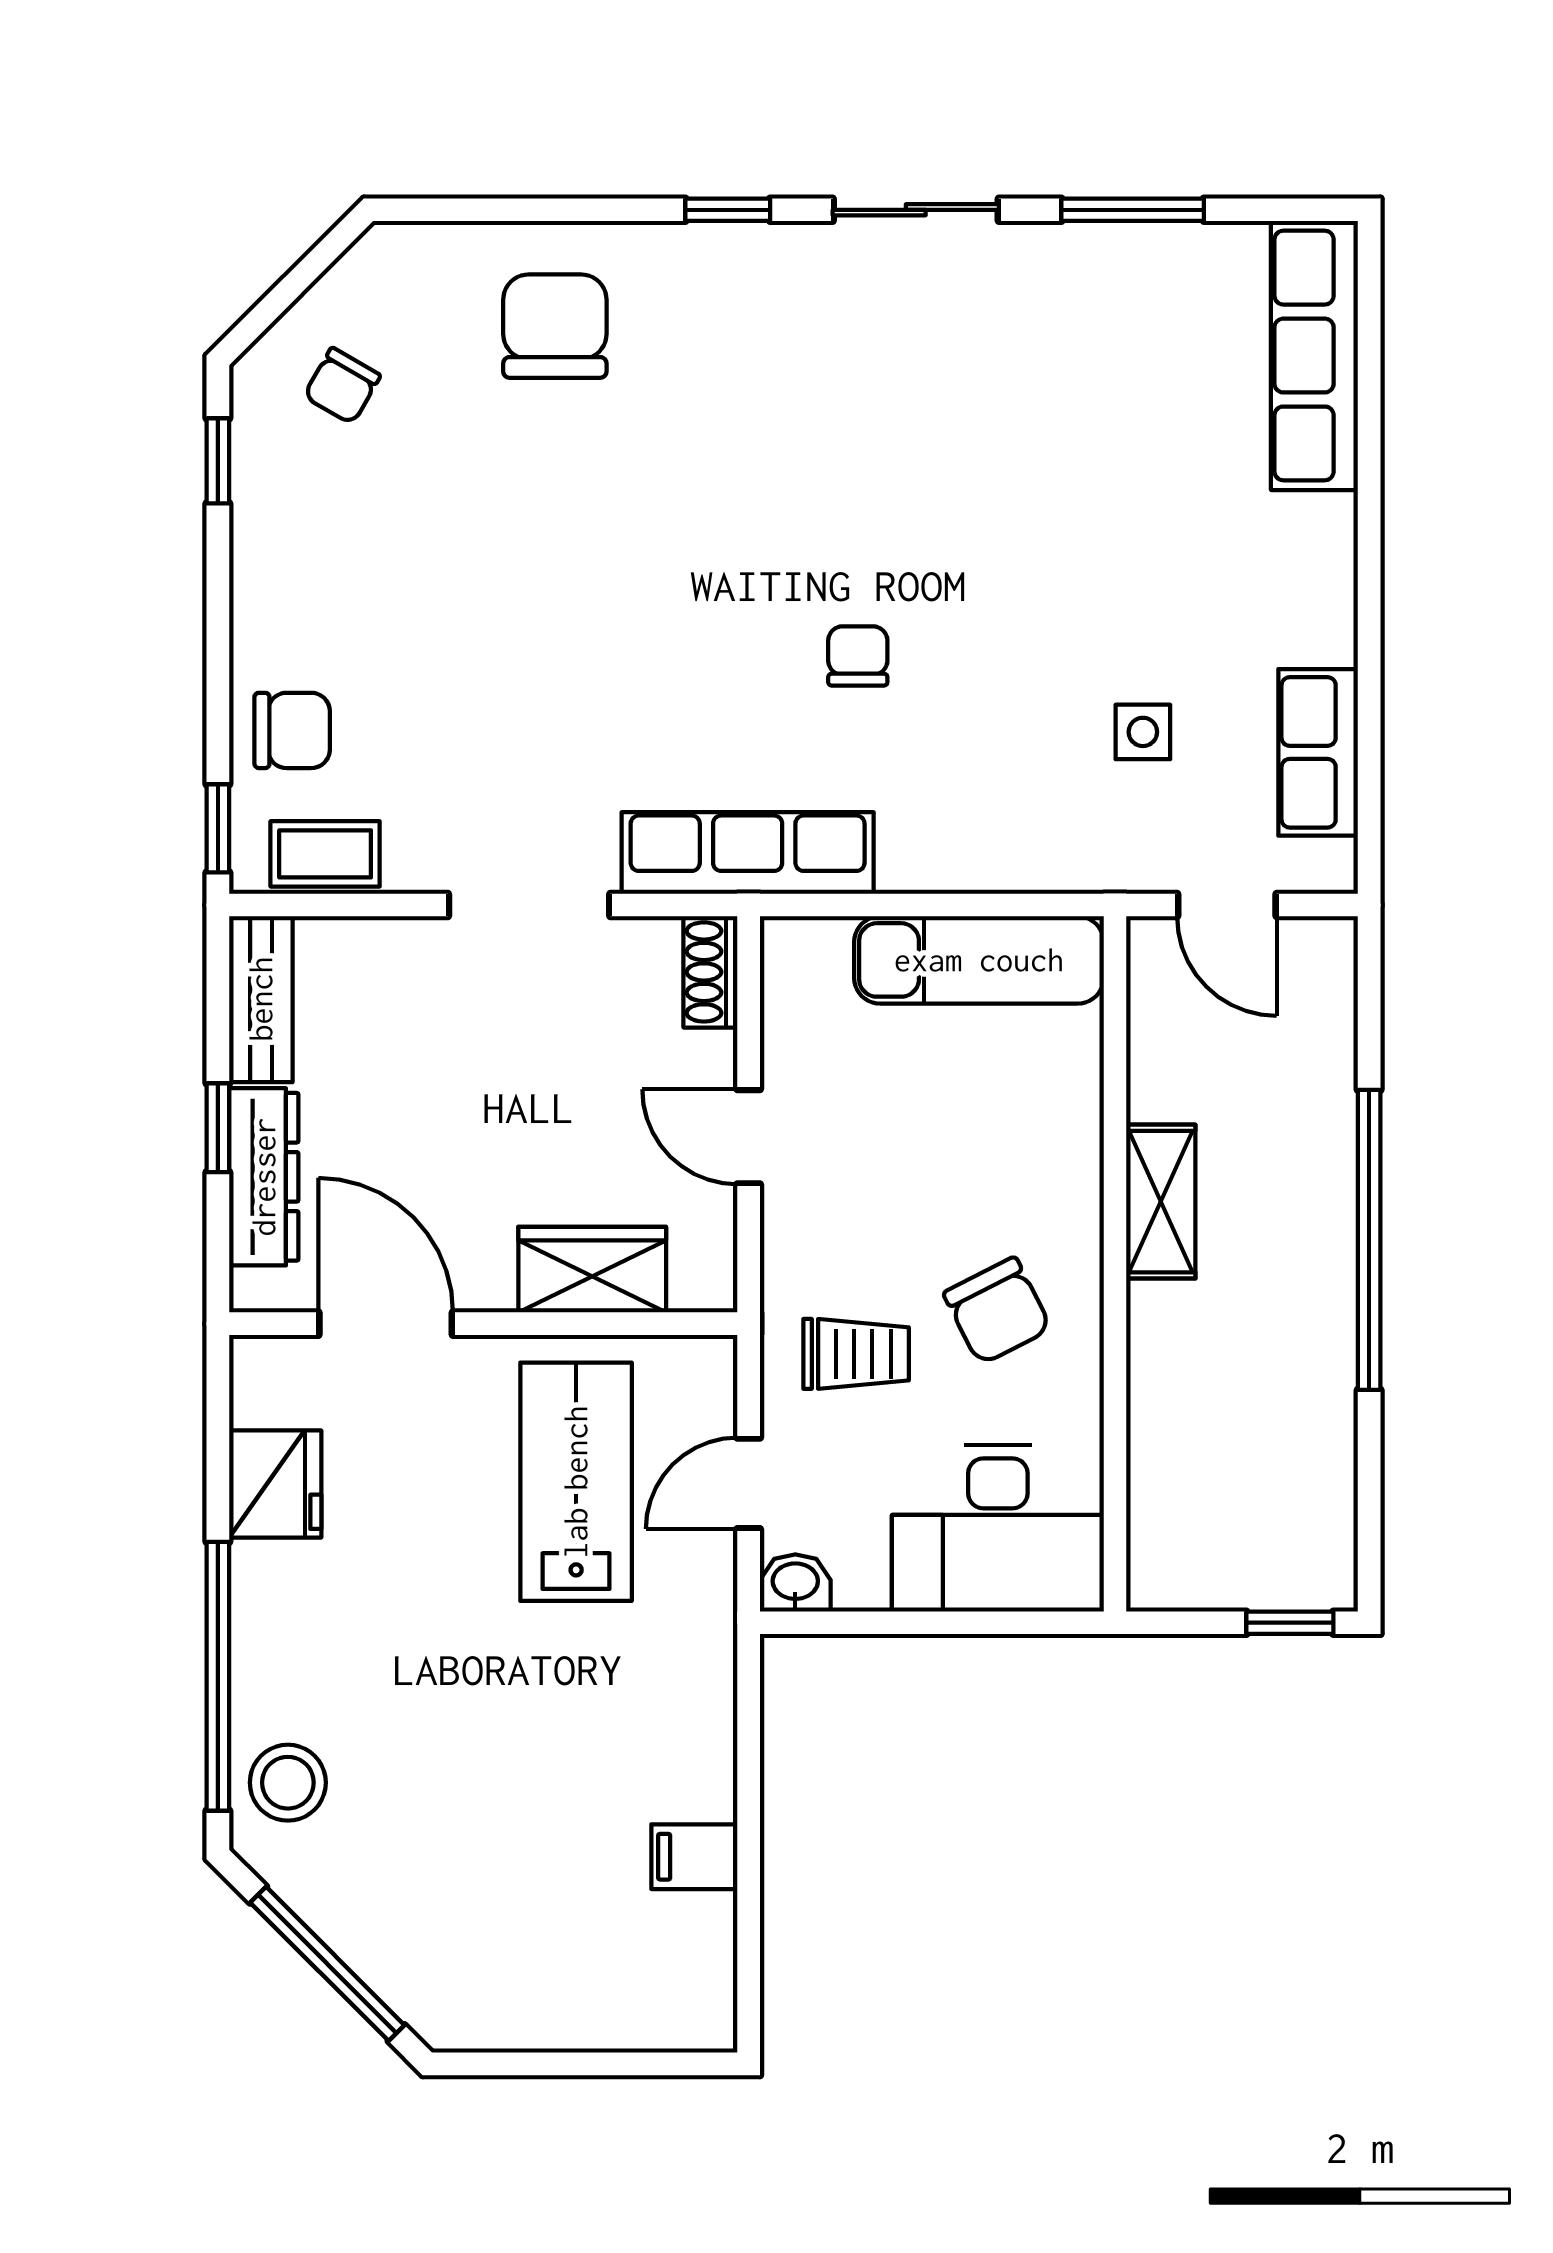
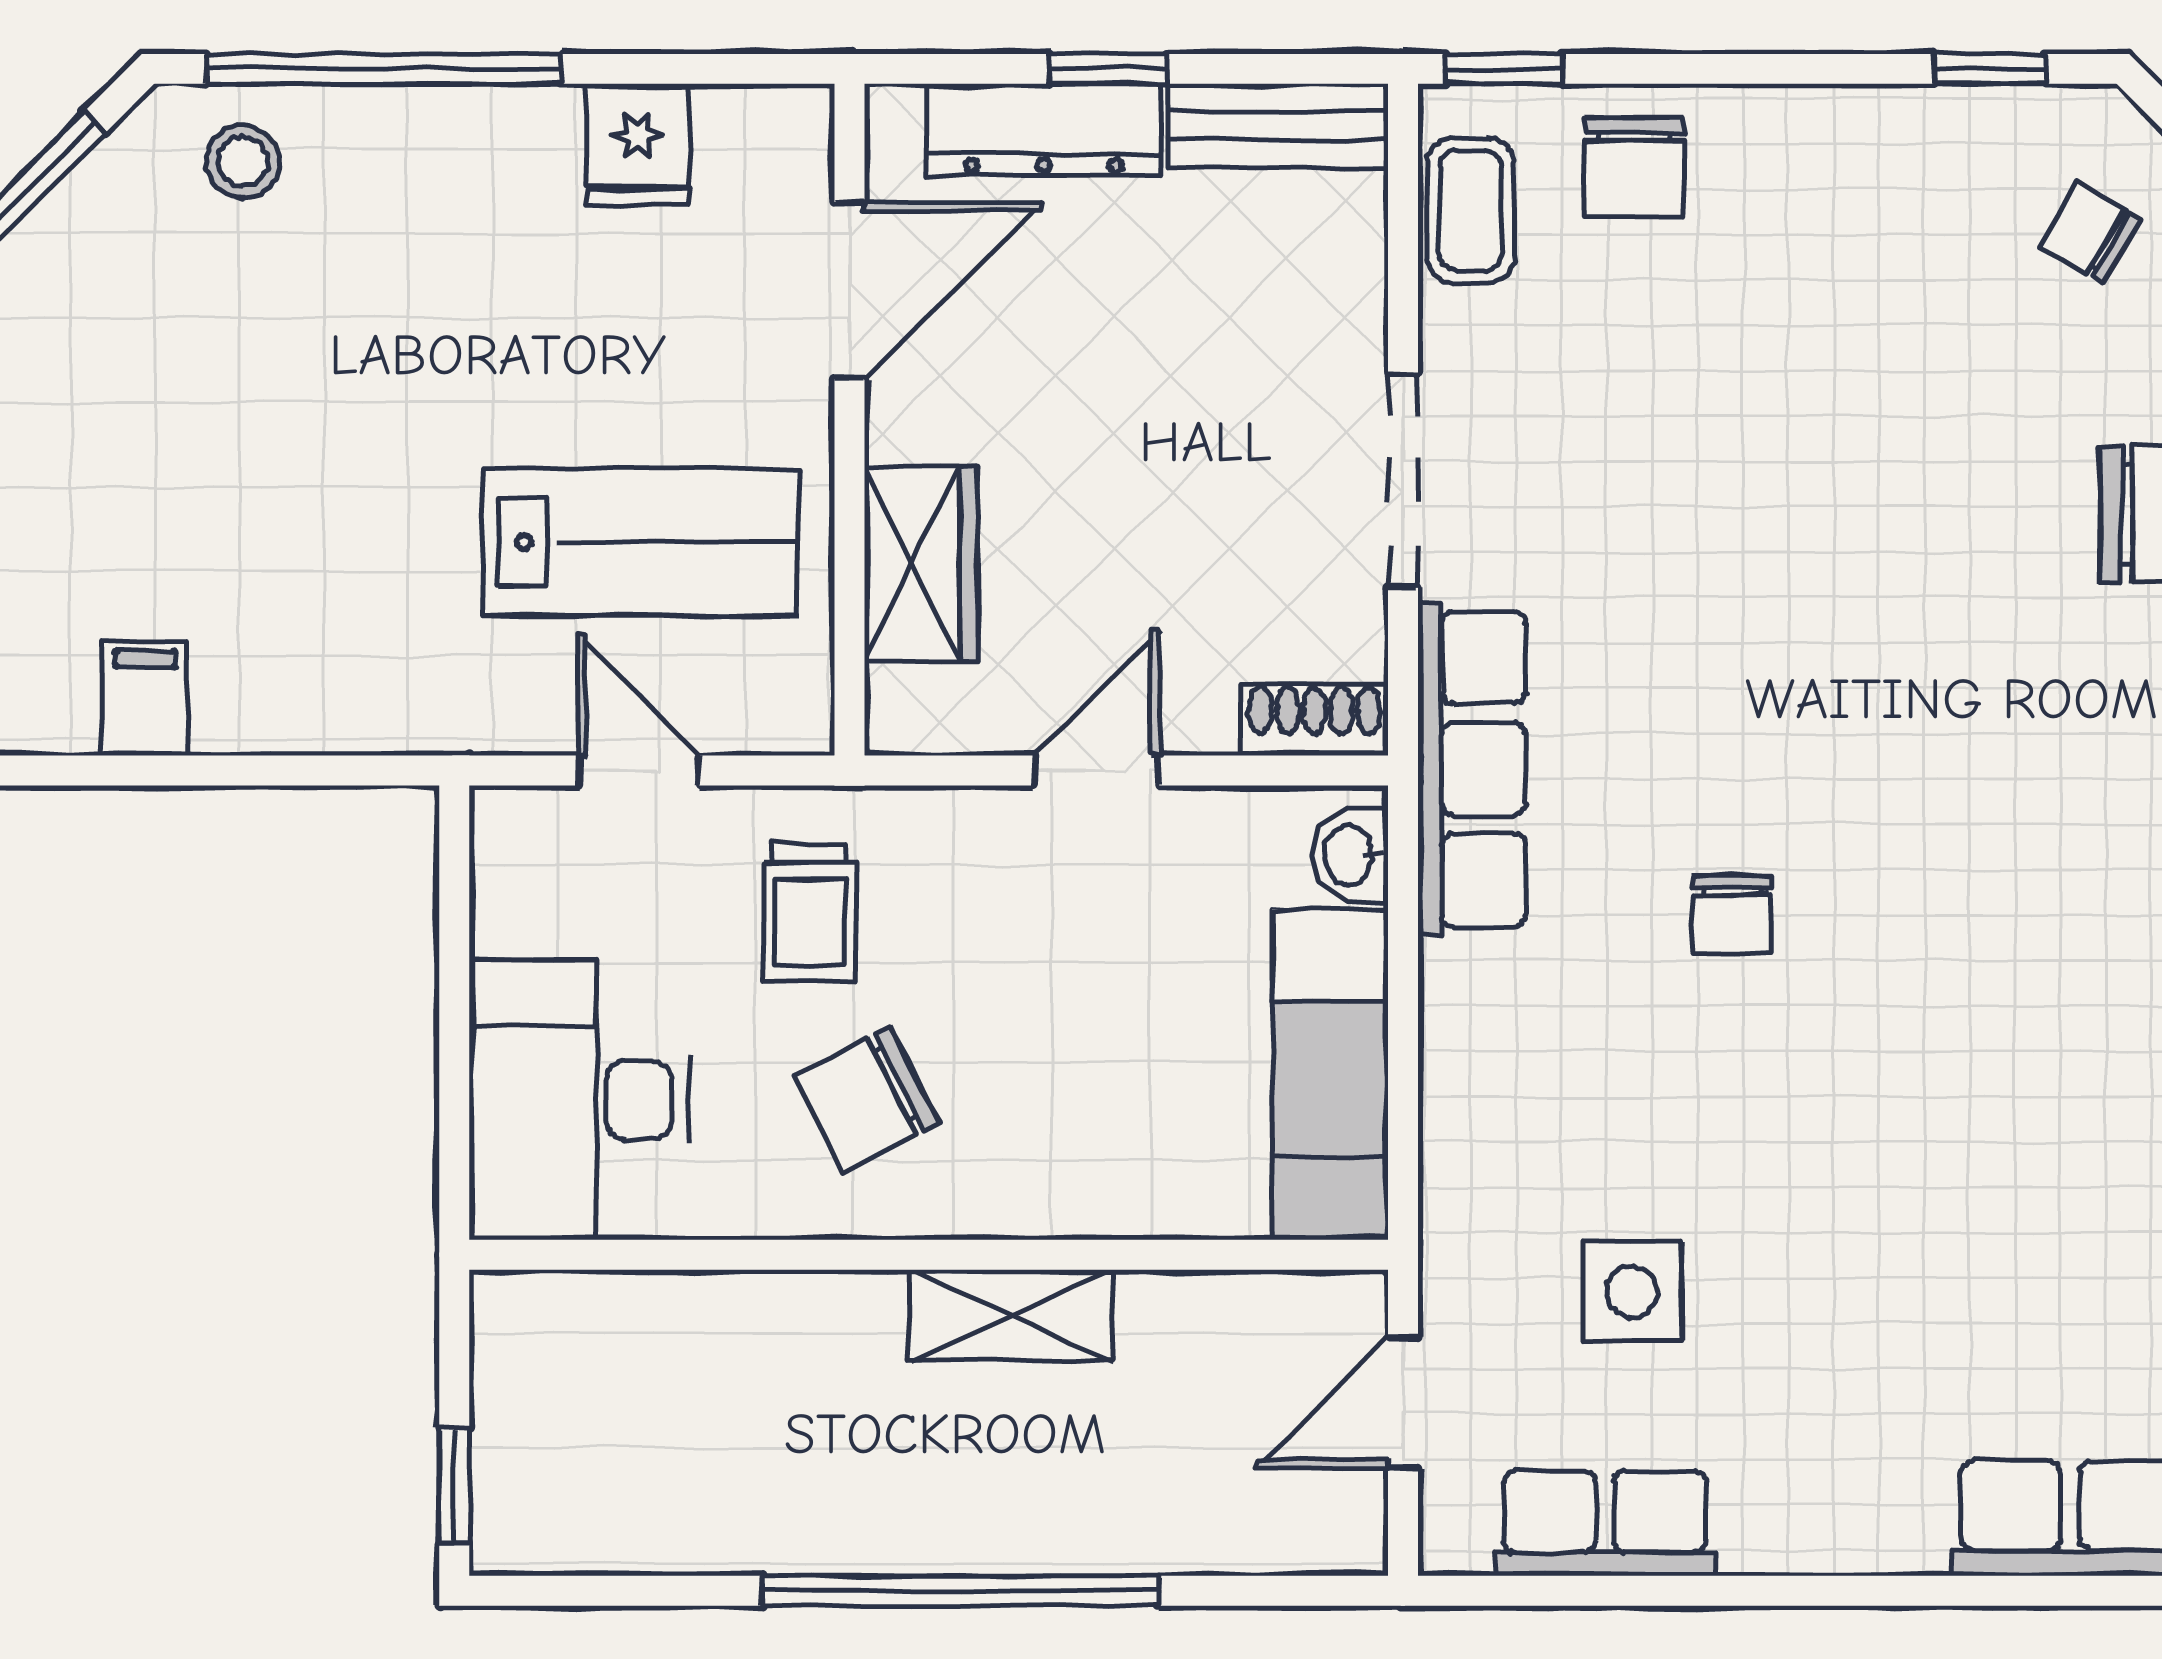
chair: (858, 656) -> (1732, 915), turned 90
side table: (1143, 732) -> (1632, 1292), width x1.37, depth x1.37
fridge: (275, 1484) -> (638, 145), width x0.72
washbasin: (795, 1583) -> (1350, 855), moved, turned 180
stool: (288, 1783) -> (243, 161), width x0.73, depth x0.73

